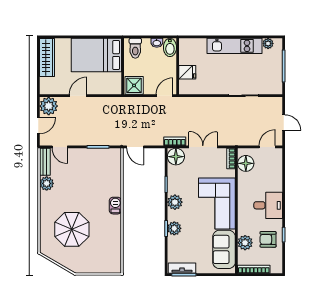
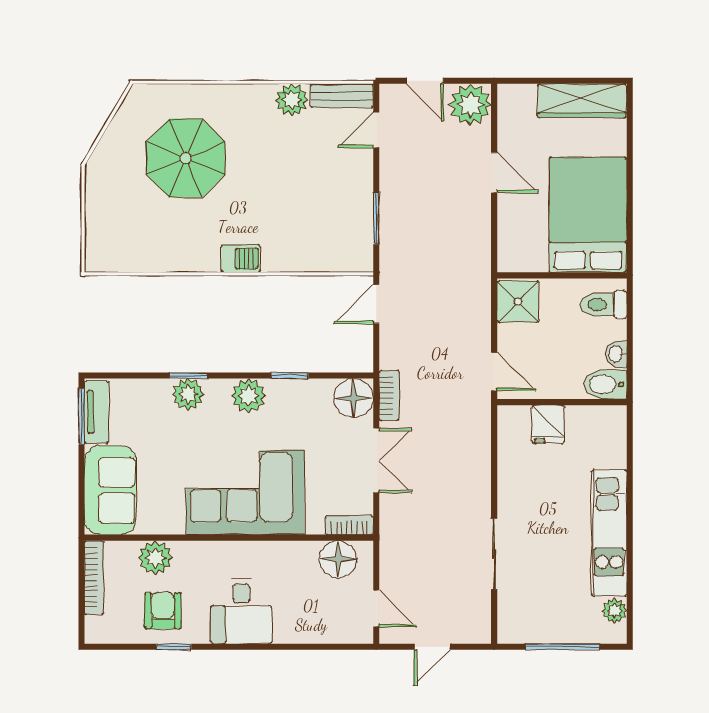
sofa: (224, 249) -> (110, 490), moved, turned 90

